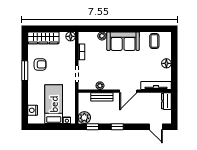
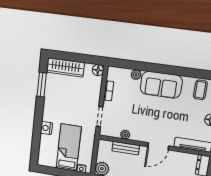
armchair: (40, 64) -> (58, 99), removed
window: (25, 71) -> (42, 85), moved
nightstand: (33, 110) -> (46, 128), moved

